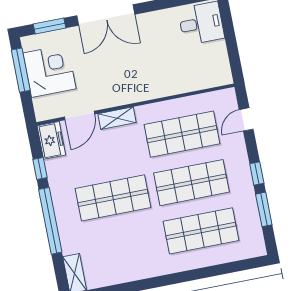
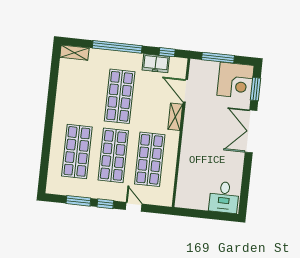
window: (21, 70) -> (218, 58), moved
corner desk: (49, 71) -> (235, 80), moved
door: (246, 119) -> (134, 207), moved
freezer: (51, 140) -> (156, 63), moved
window: (40, 169) -> (167, 52), moved

